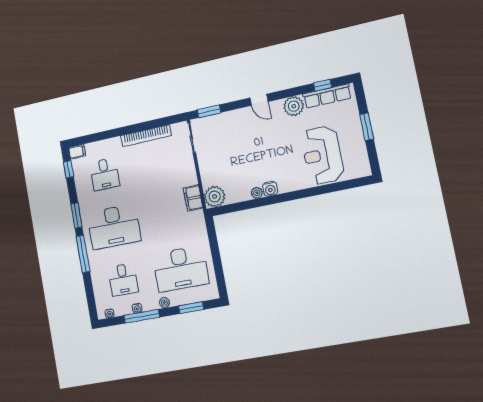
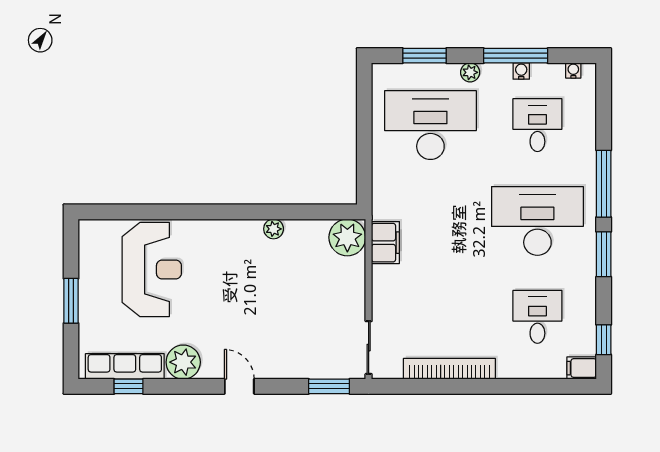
water cooler: (270, 189) -> (250, 231), removed

